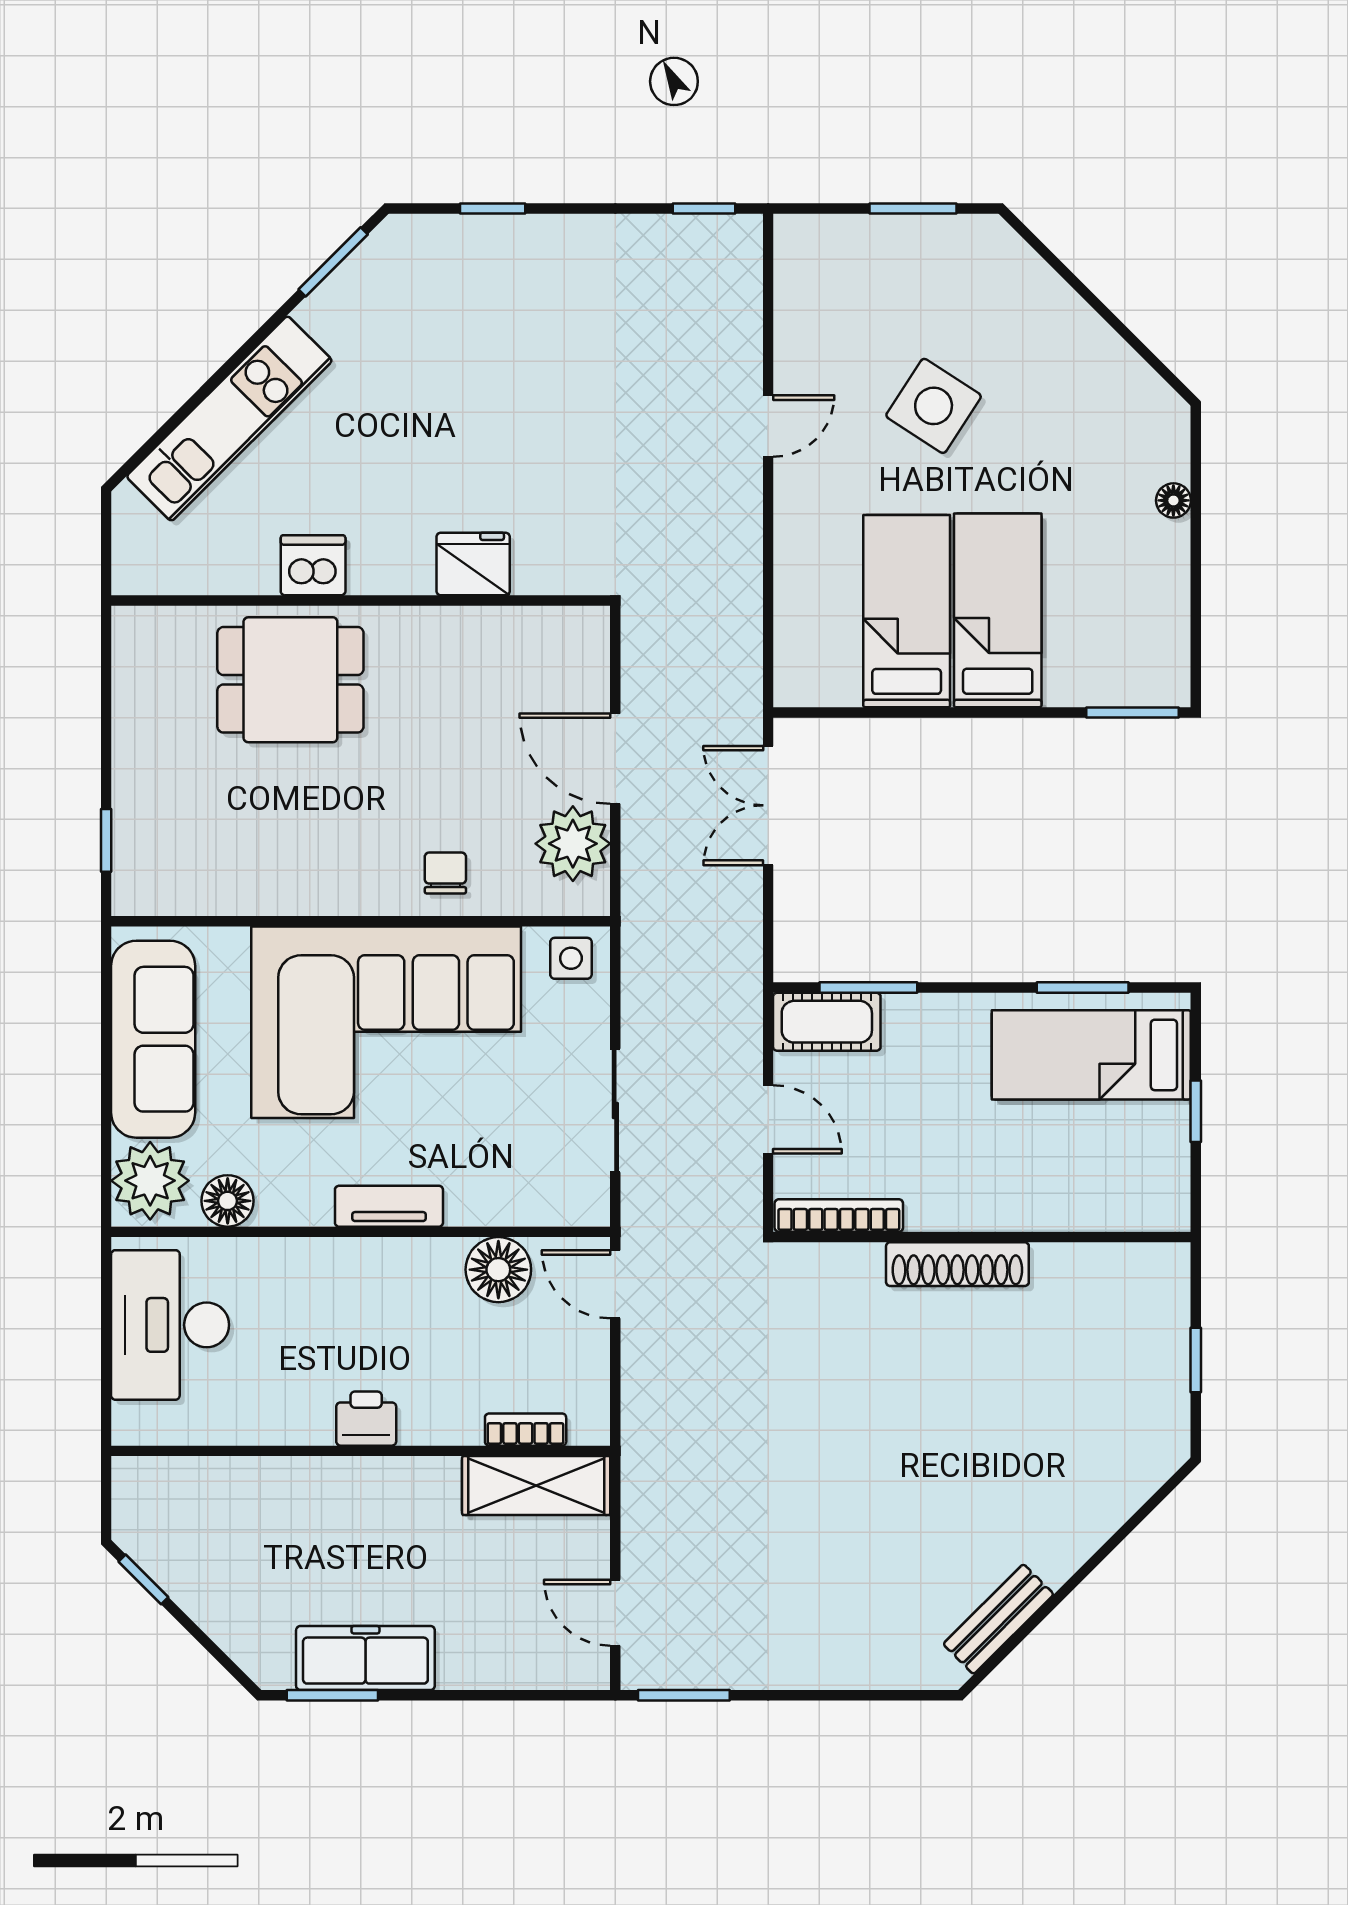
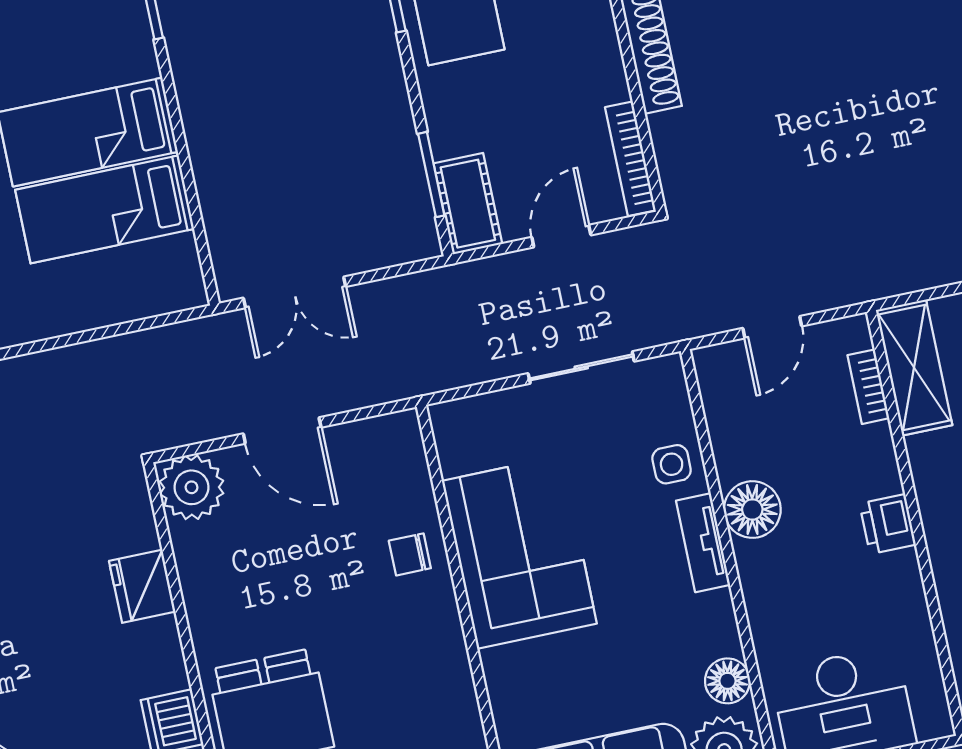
door: (615, 759) -> (282, 430), hinge flipped
plant: (573, 844) -> (191, 487), moved
side table: (571, 958) -> (672, 464), moved
corner sofa: (386, 1022) -> (519, 552), width x0.73, depth x0.74
floor lamp: (498, 1270) -> (752, 510), moved
door: (615, 1284) -> (772, 327), moved

